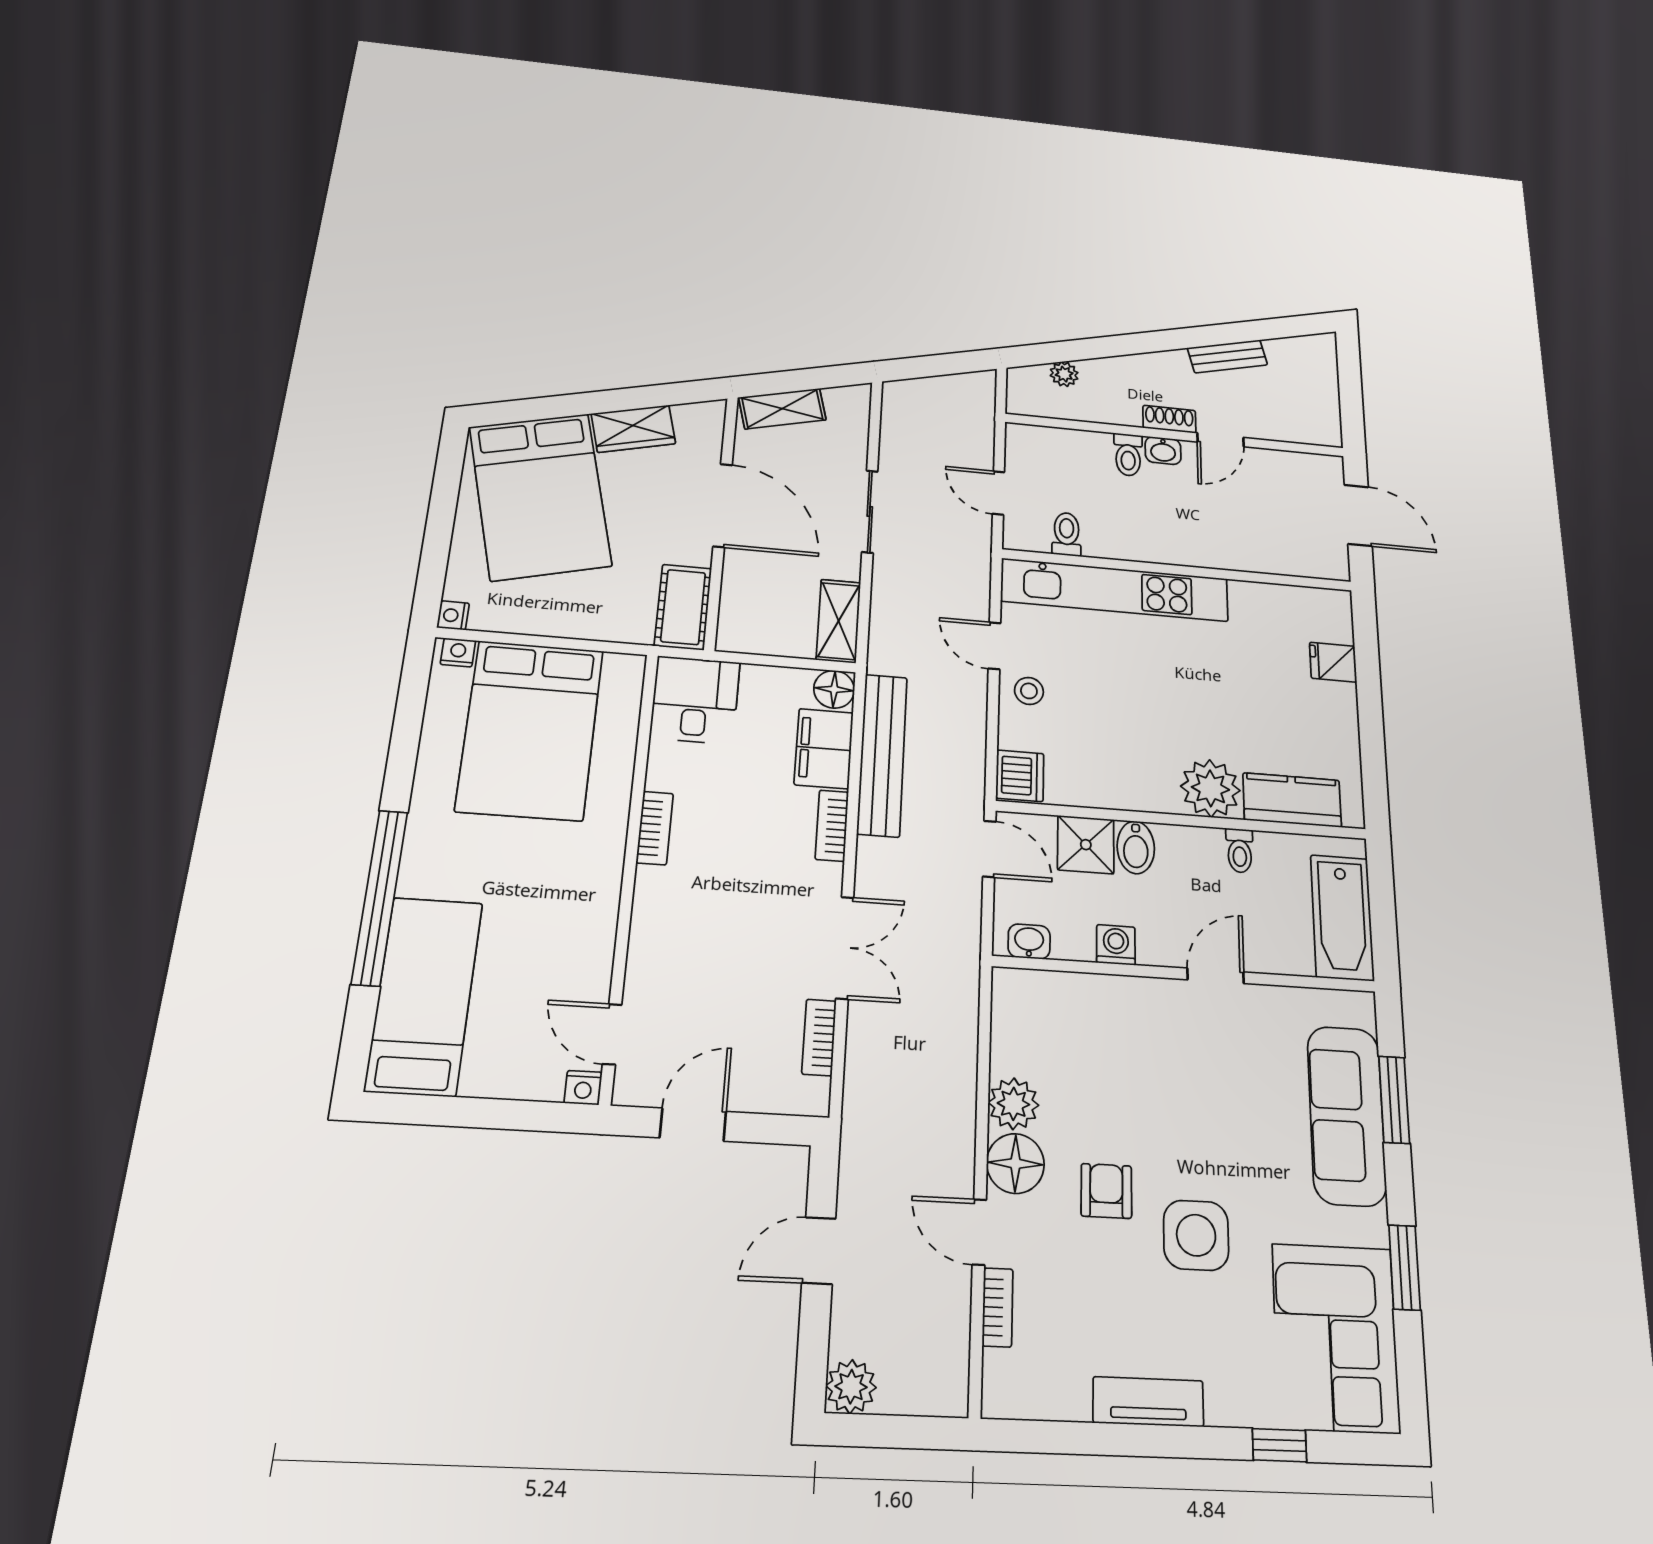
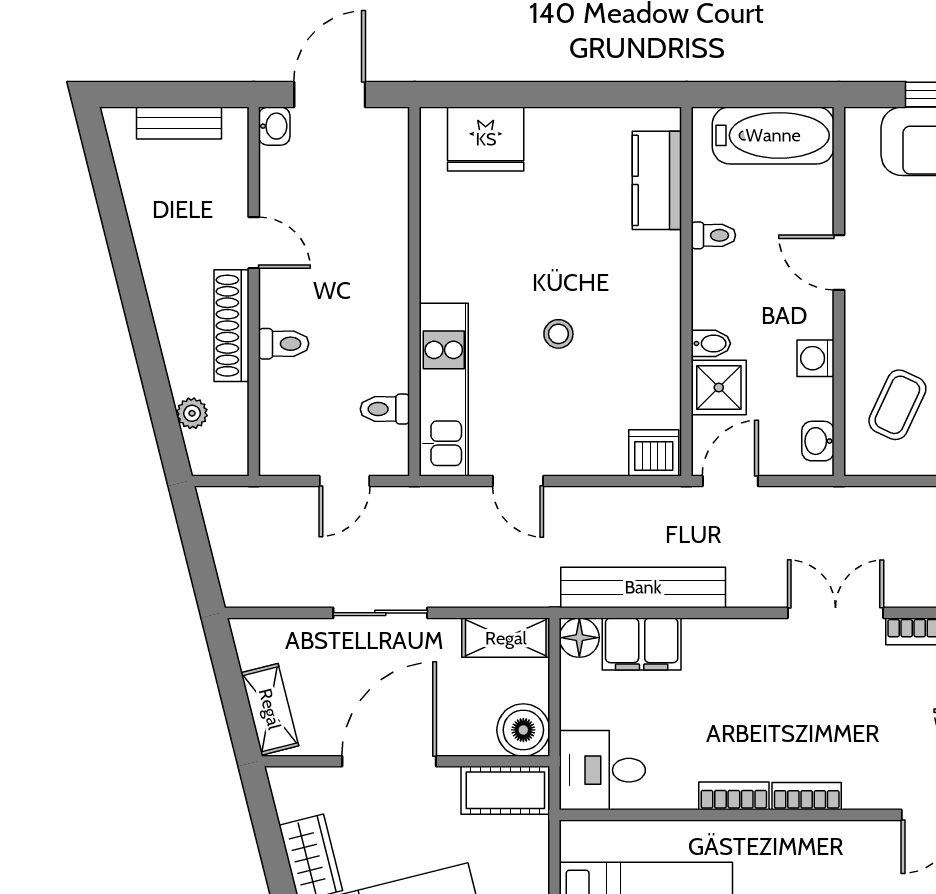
bench: (1227, 356) -> (179, 123), moved, turned -76
shoe rack: (1169, 419) -> (231, 326), width x1.94, depth x1.24
washbasin: (1163, 451) -> (274, 126), moved
kitchen unit: (1115, 590) -> (444, 390), width x0.73
boiler: (743, 629) -> (523, 730), added
door: (994, 646) -> (518, 481), hinge flipped
fridge: (1333, 662) -> (486, 139), width x1.88, depth x1.34
stool: (1029, 691) -> (558, 334), moved
plant: (1210, 788) -> (651, 263), removed
bookcase: (832, 826) -> (807, 796), moved, turned 180
bidet: (1136, 847) -> (711, 343), width x0.72, depth x0.74
coffee table: (1066, 1028) -> (897, 405), added

